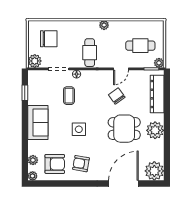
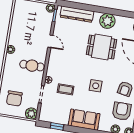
chair: (49, 39) -> (14, 98), turned 180
cafe table: (140, 46) -> (33, 21), removed
chair: (117, 96) -> (73, 49), removed
dining table: (124, 129) -> (102, 47), turned 90

